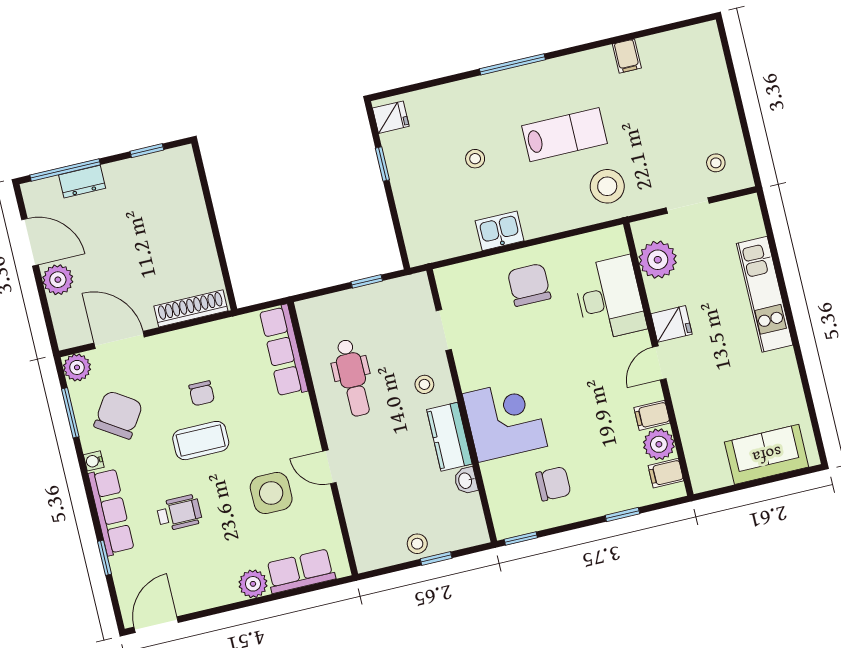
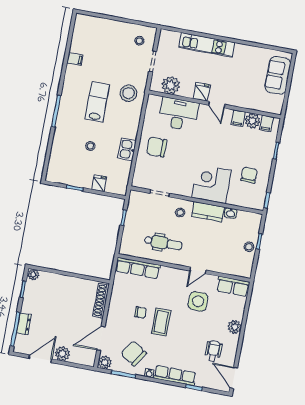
fridge: (391, 117) -> (99, 183), moved
plant: (183, 158) -> (33, 275), added
wheelchair: (179, 513) -> (213, 351), moved
row of seats: (301, 571) -> (233, 286), moved, turned -90

